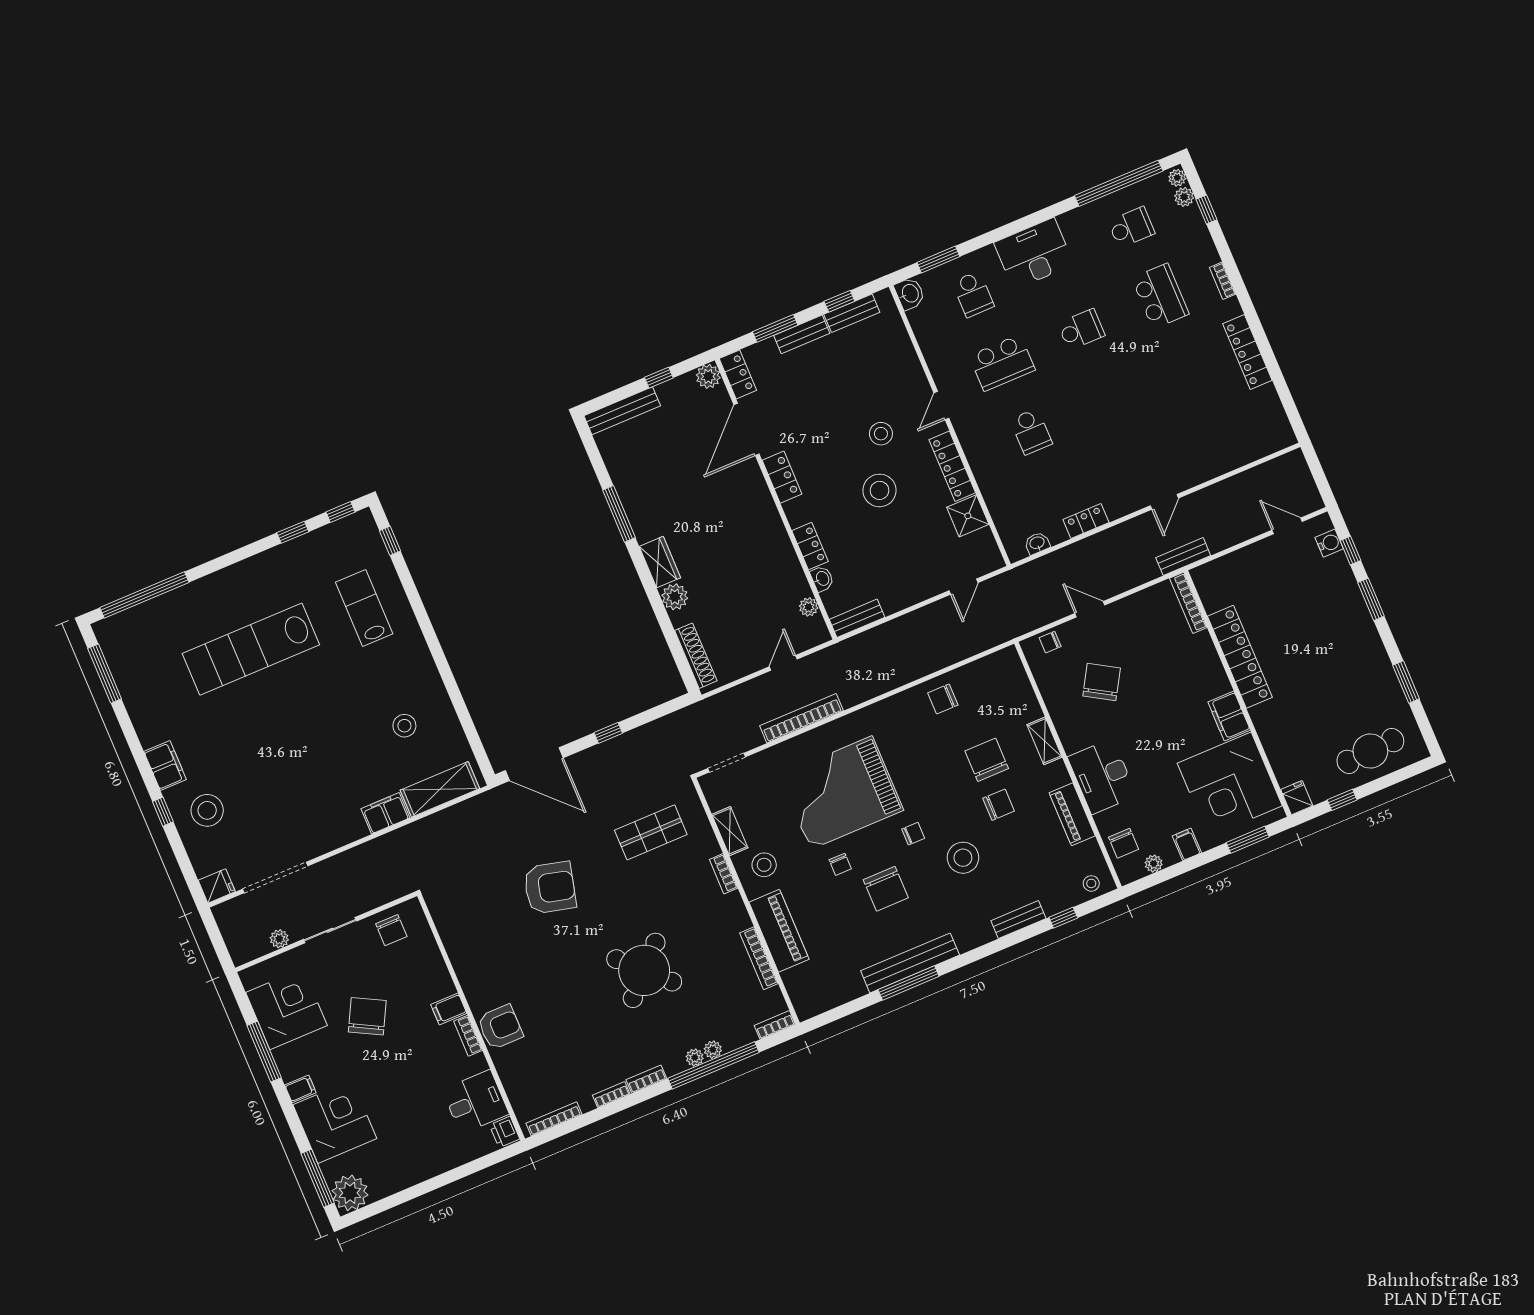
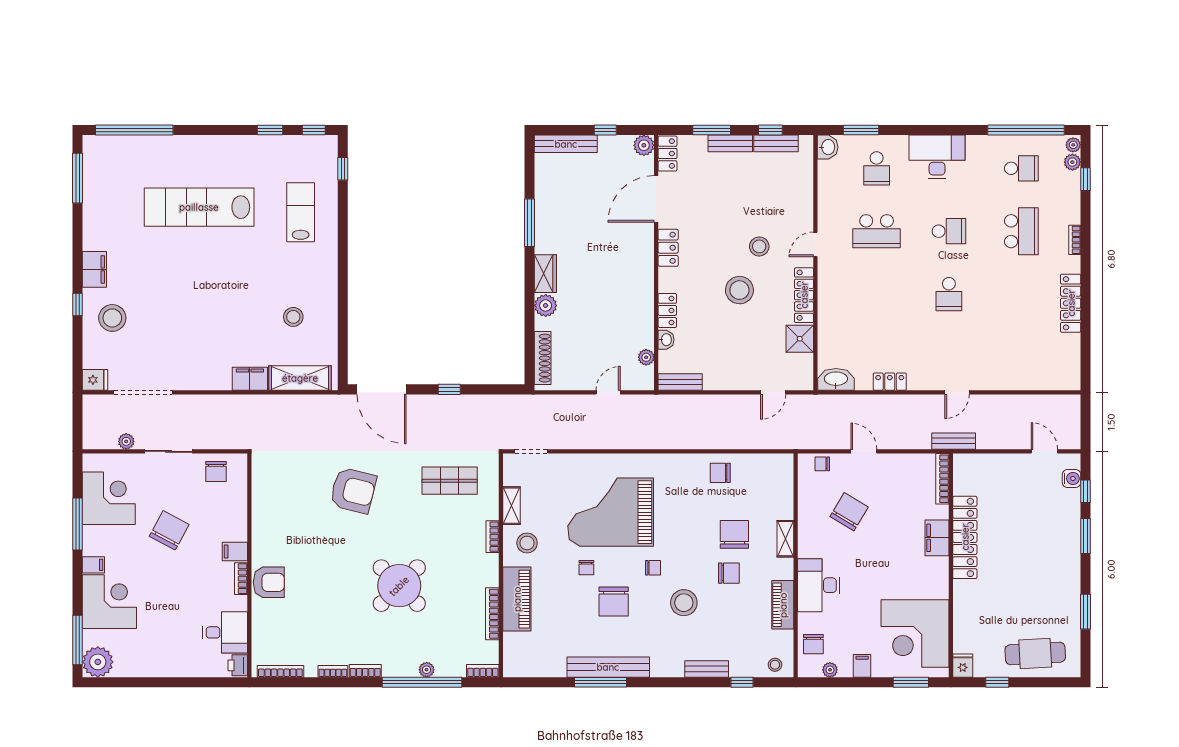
school desk: (1031, 432) -> (949, 294), moved
washbasin: (1037, 543) -> (836, 379), width x1.91, depth x1.45
filing cabinet: (1229, 716) -> (937, 538), moved
bookcase: (802, 718) -> (604, 441), removed
plant: (695, 1057) -> (410, 670), removed

